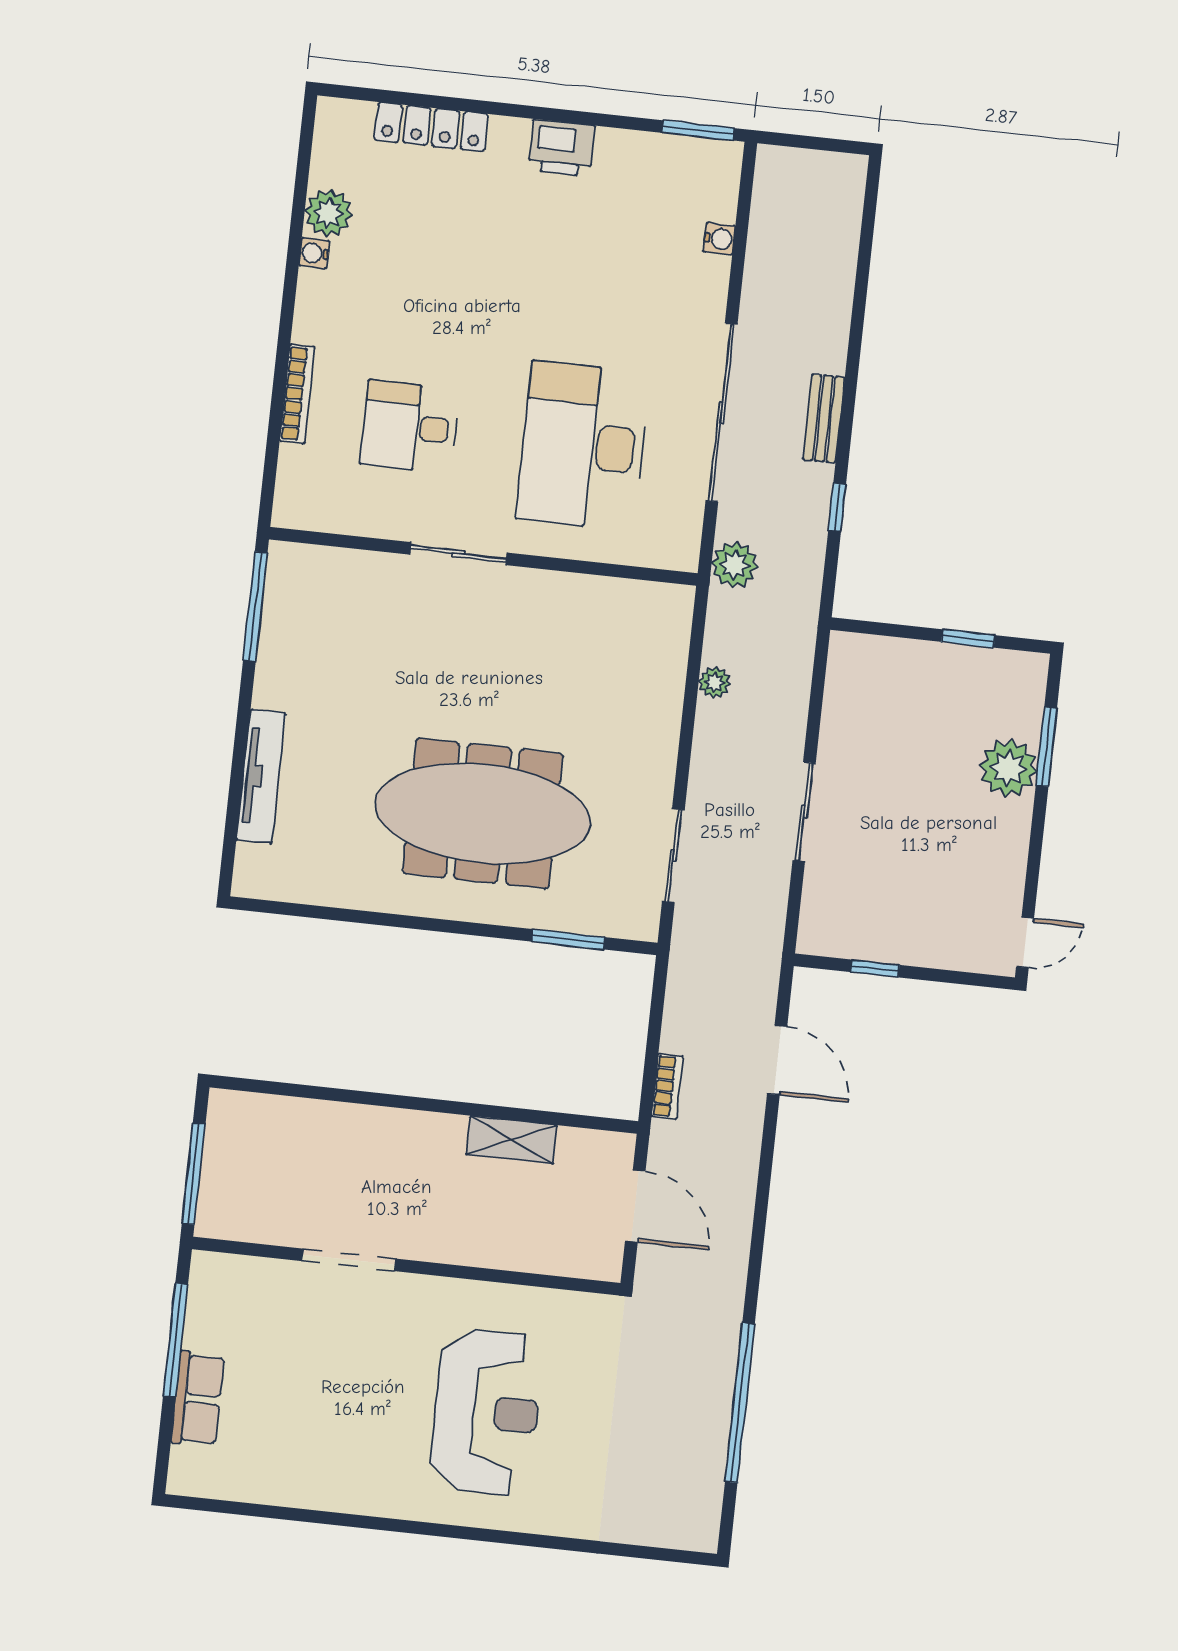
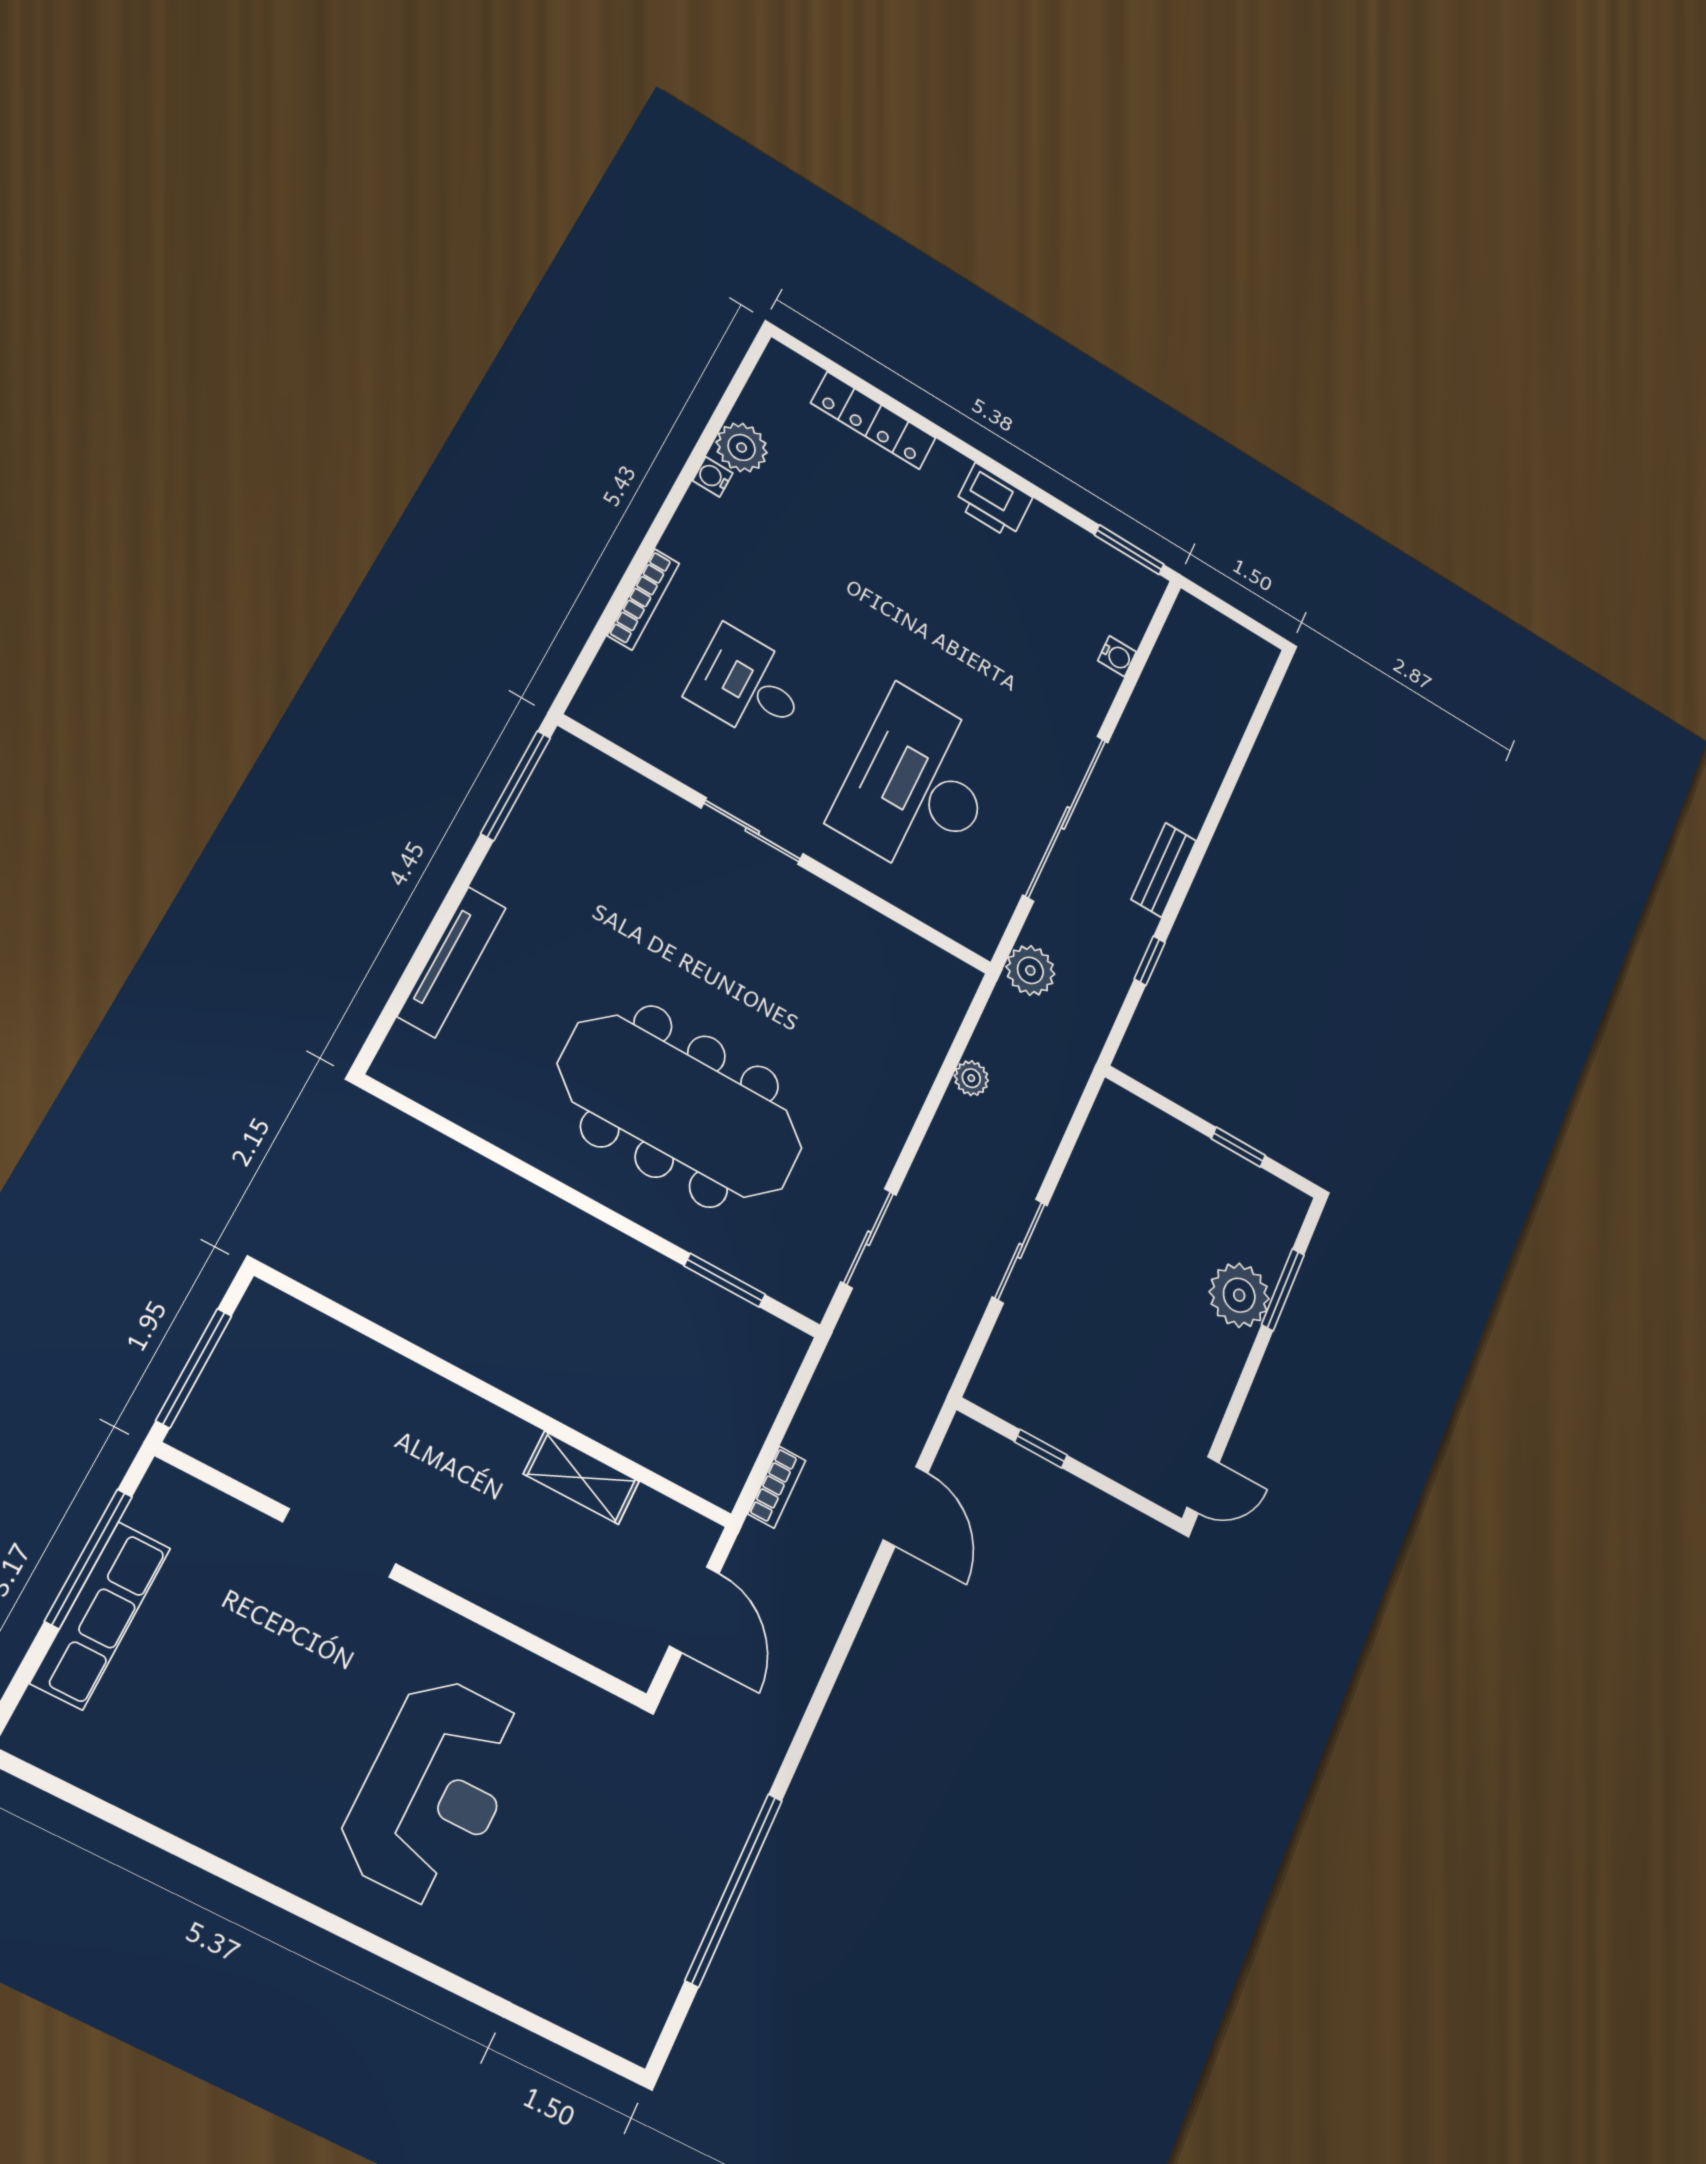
row of seats: (198, 1399) -> (101, 1615), width x1.48

